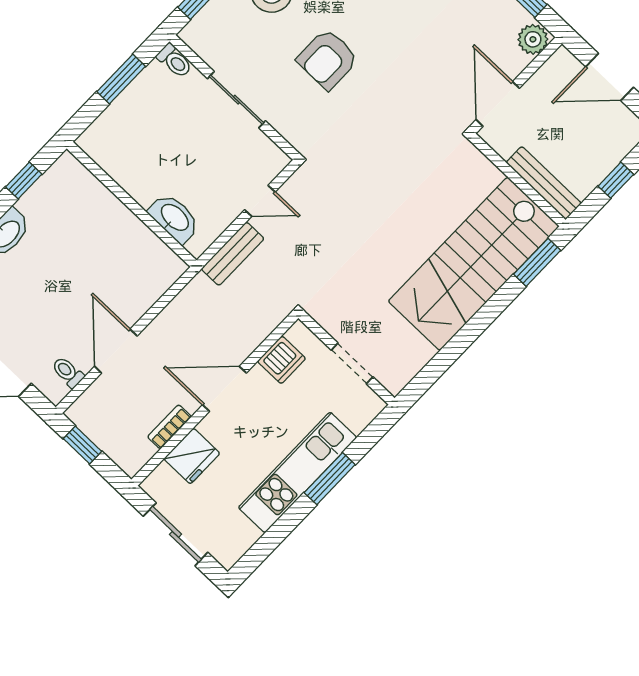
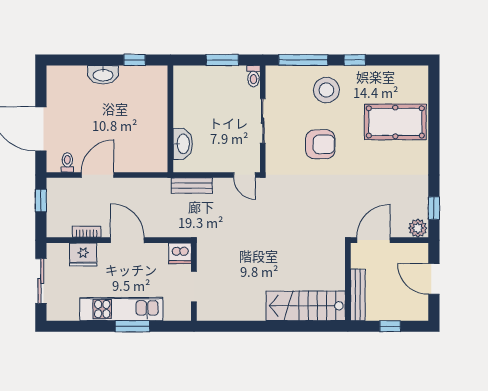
armchair: (328, 59) -> (320, 144), turned 180
door: (260, 201) -> (244, 175), moved
window: (537, 262) -> (319, 326), removed
stairs: (474, 264) -> (306, 306), width x0.73, depth x0.66
dishwasher: (282, 360) -> (180, 253), moved

